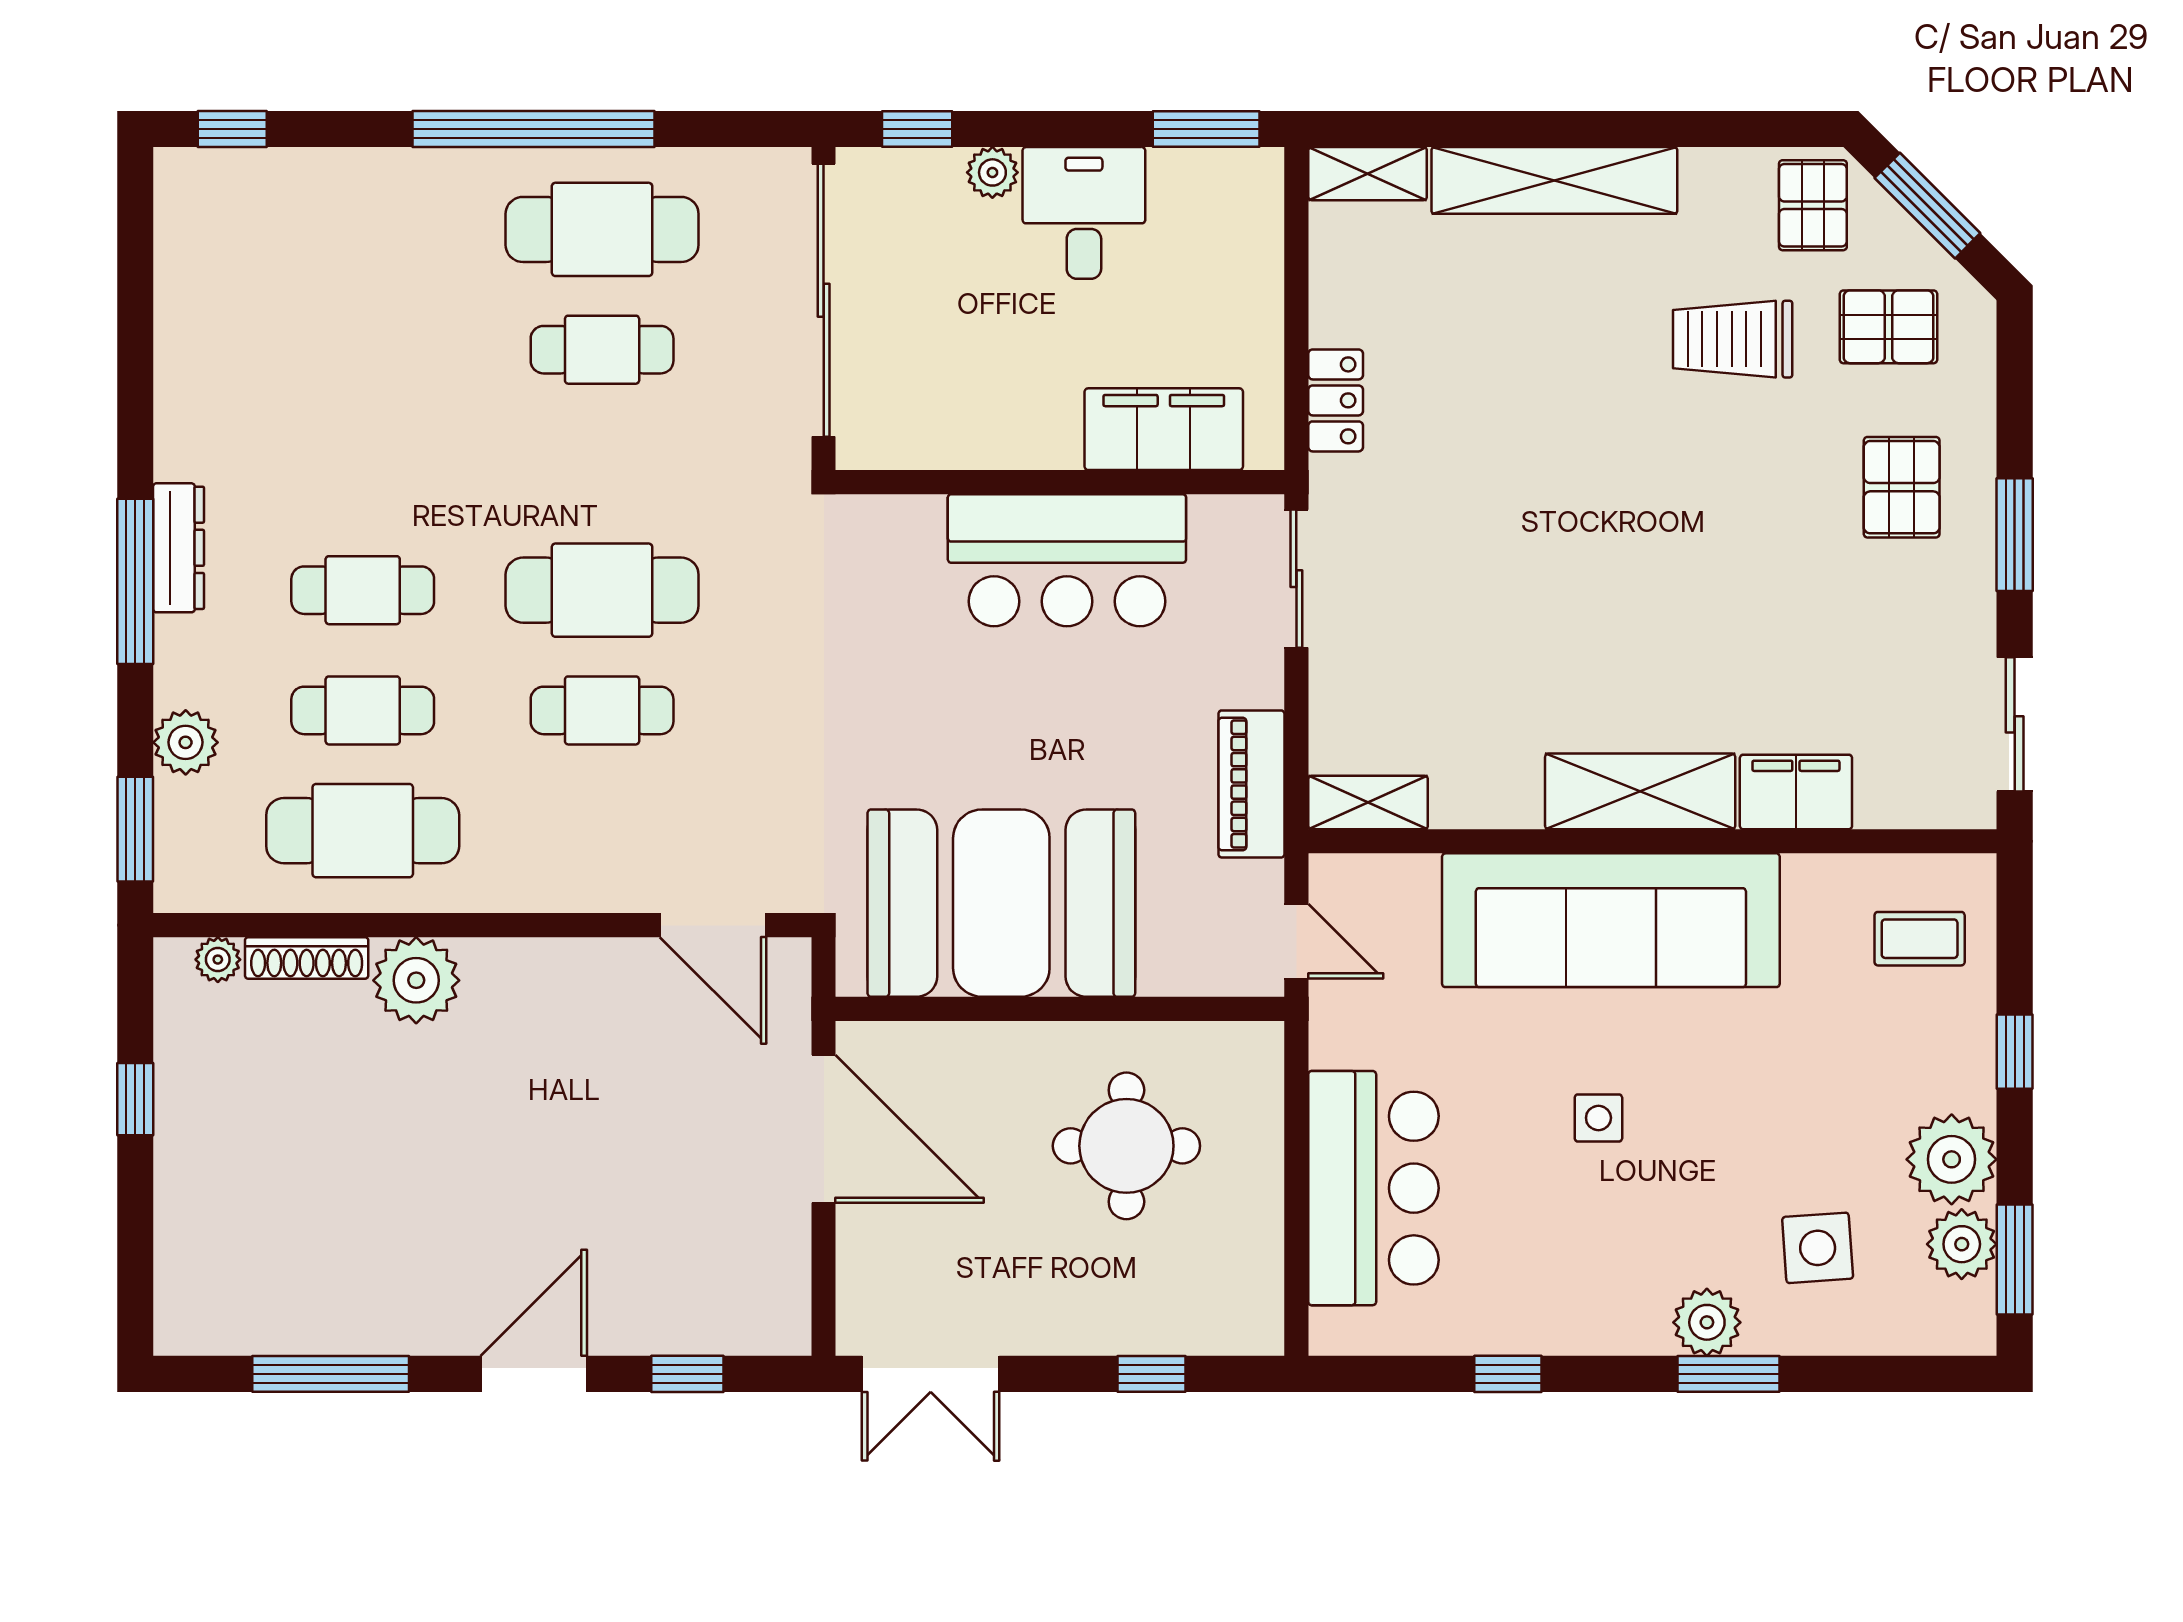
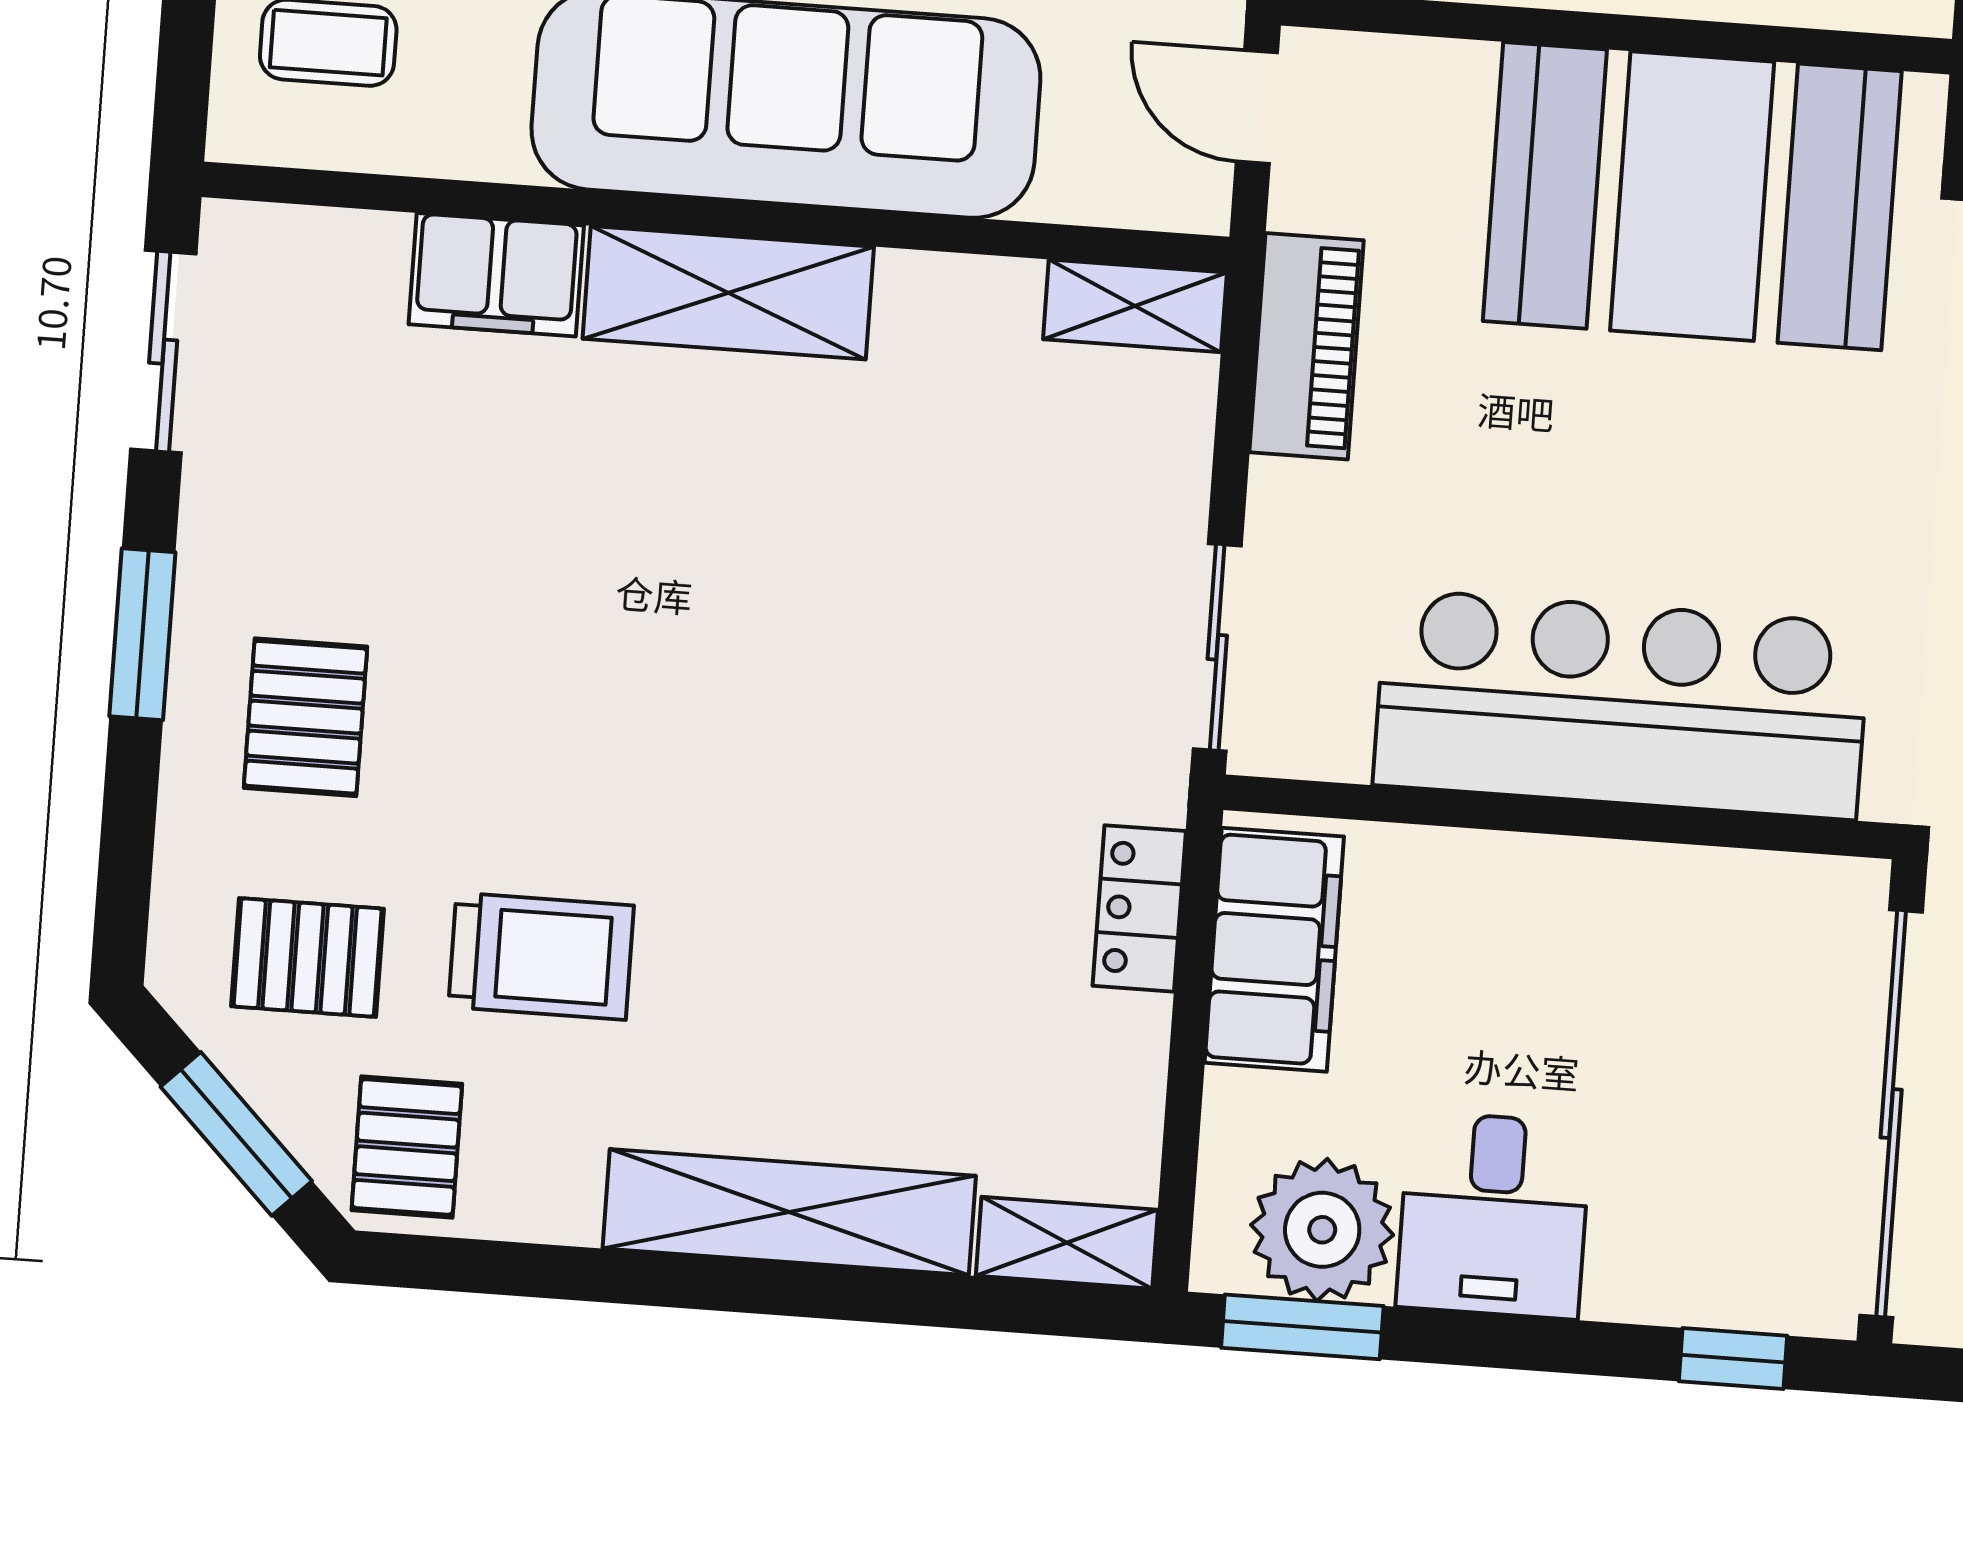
plant: (992, 172) -> (1322, 1230), moved, width x1.87, depth x1.87
filing cabinet: (1164, 429) -> (1274, 950), moved, turned -90
bar counter: (1067, 560) -> (1621, 704), width x1.36

